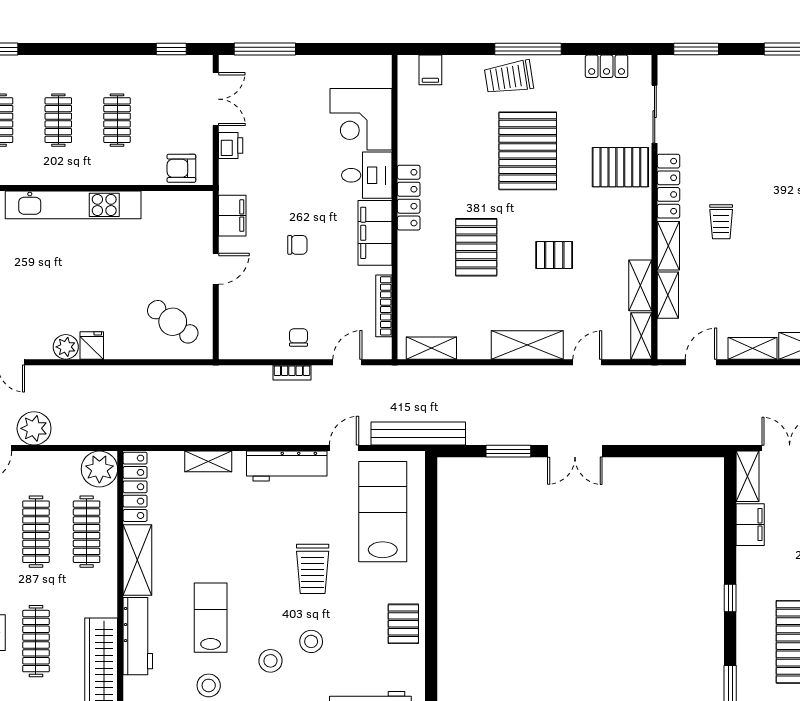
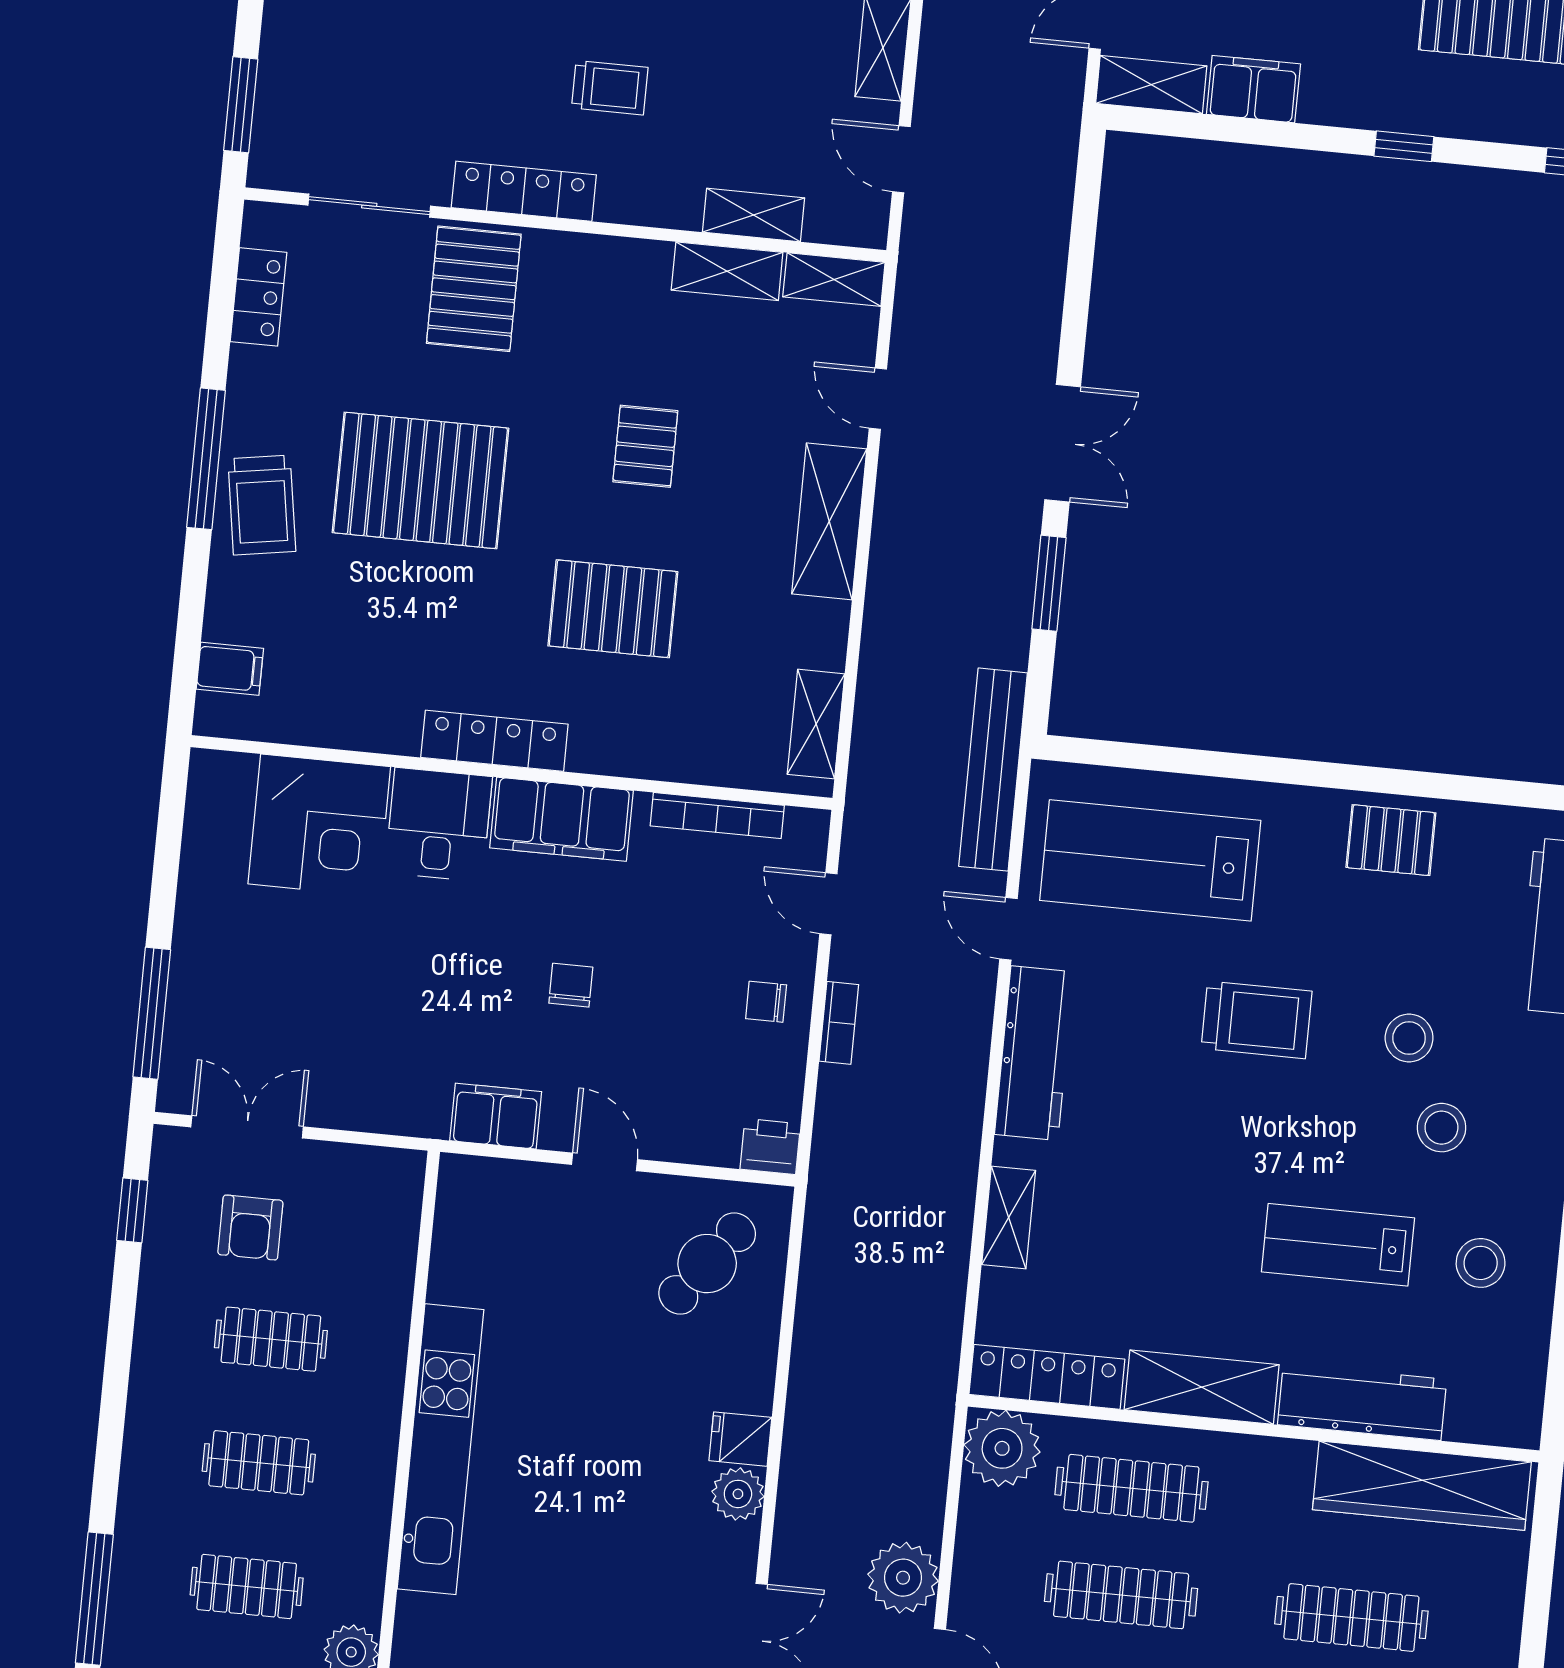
printer: (231, 146) -> (770, 1147), moved
armchair: (181, 168) -> (250, 1228), moved
shelving: (668, 246) -> (649, 204), removed

